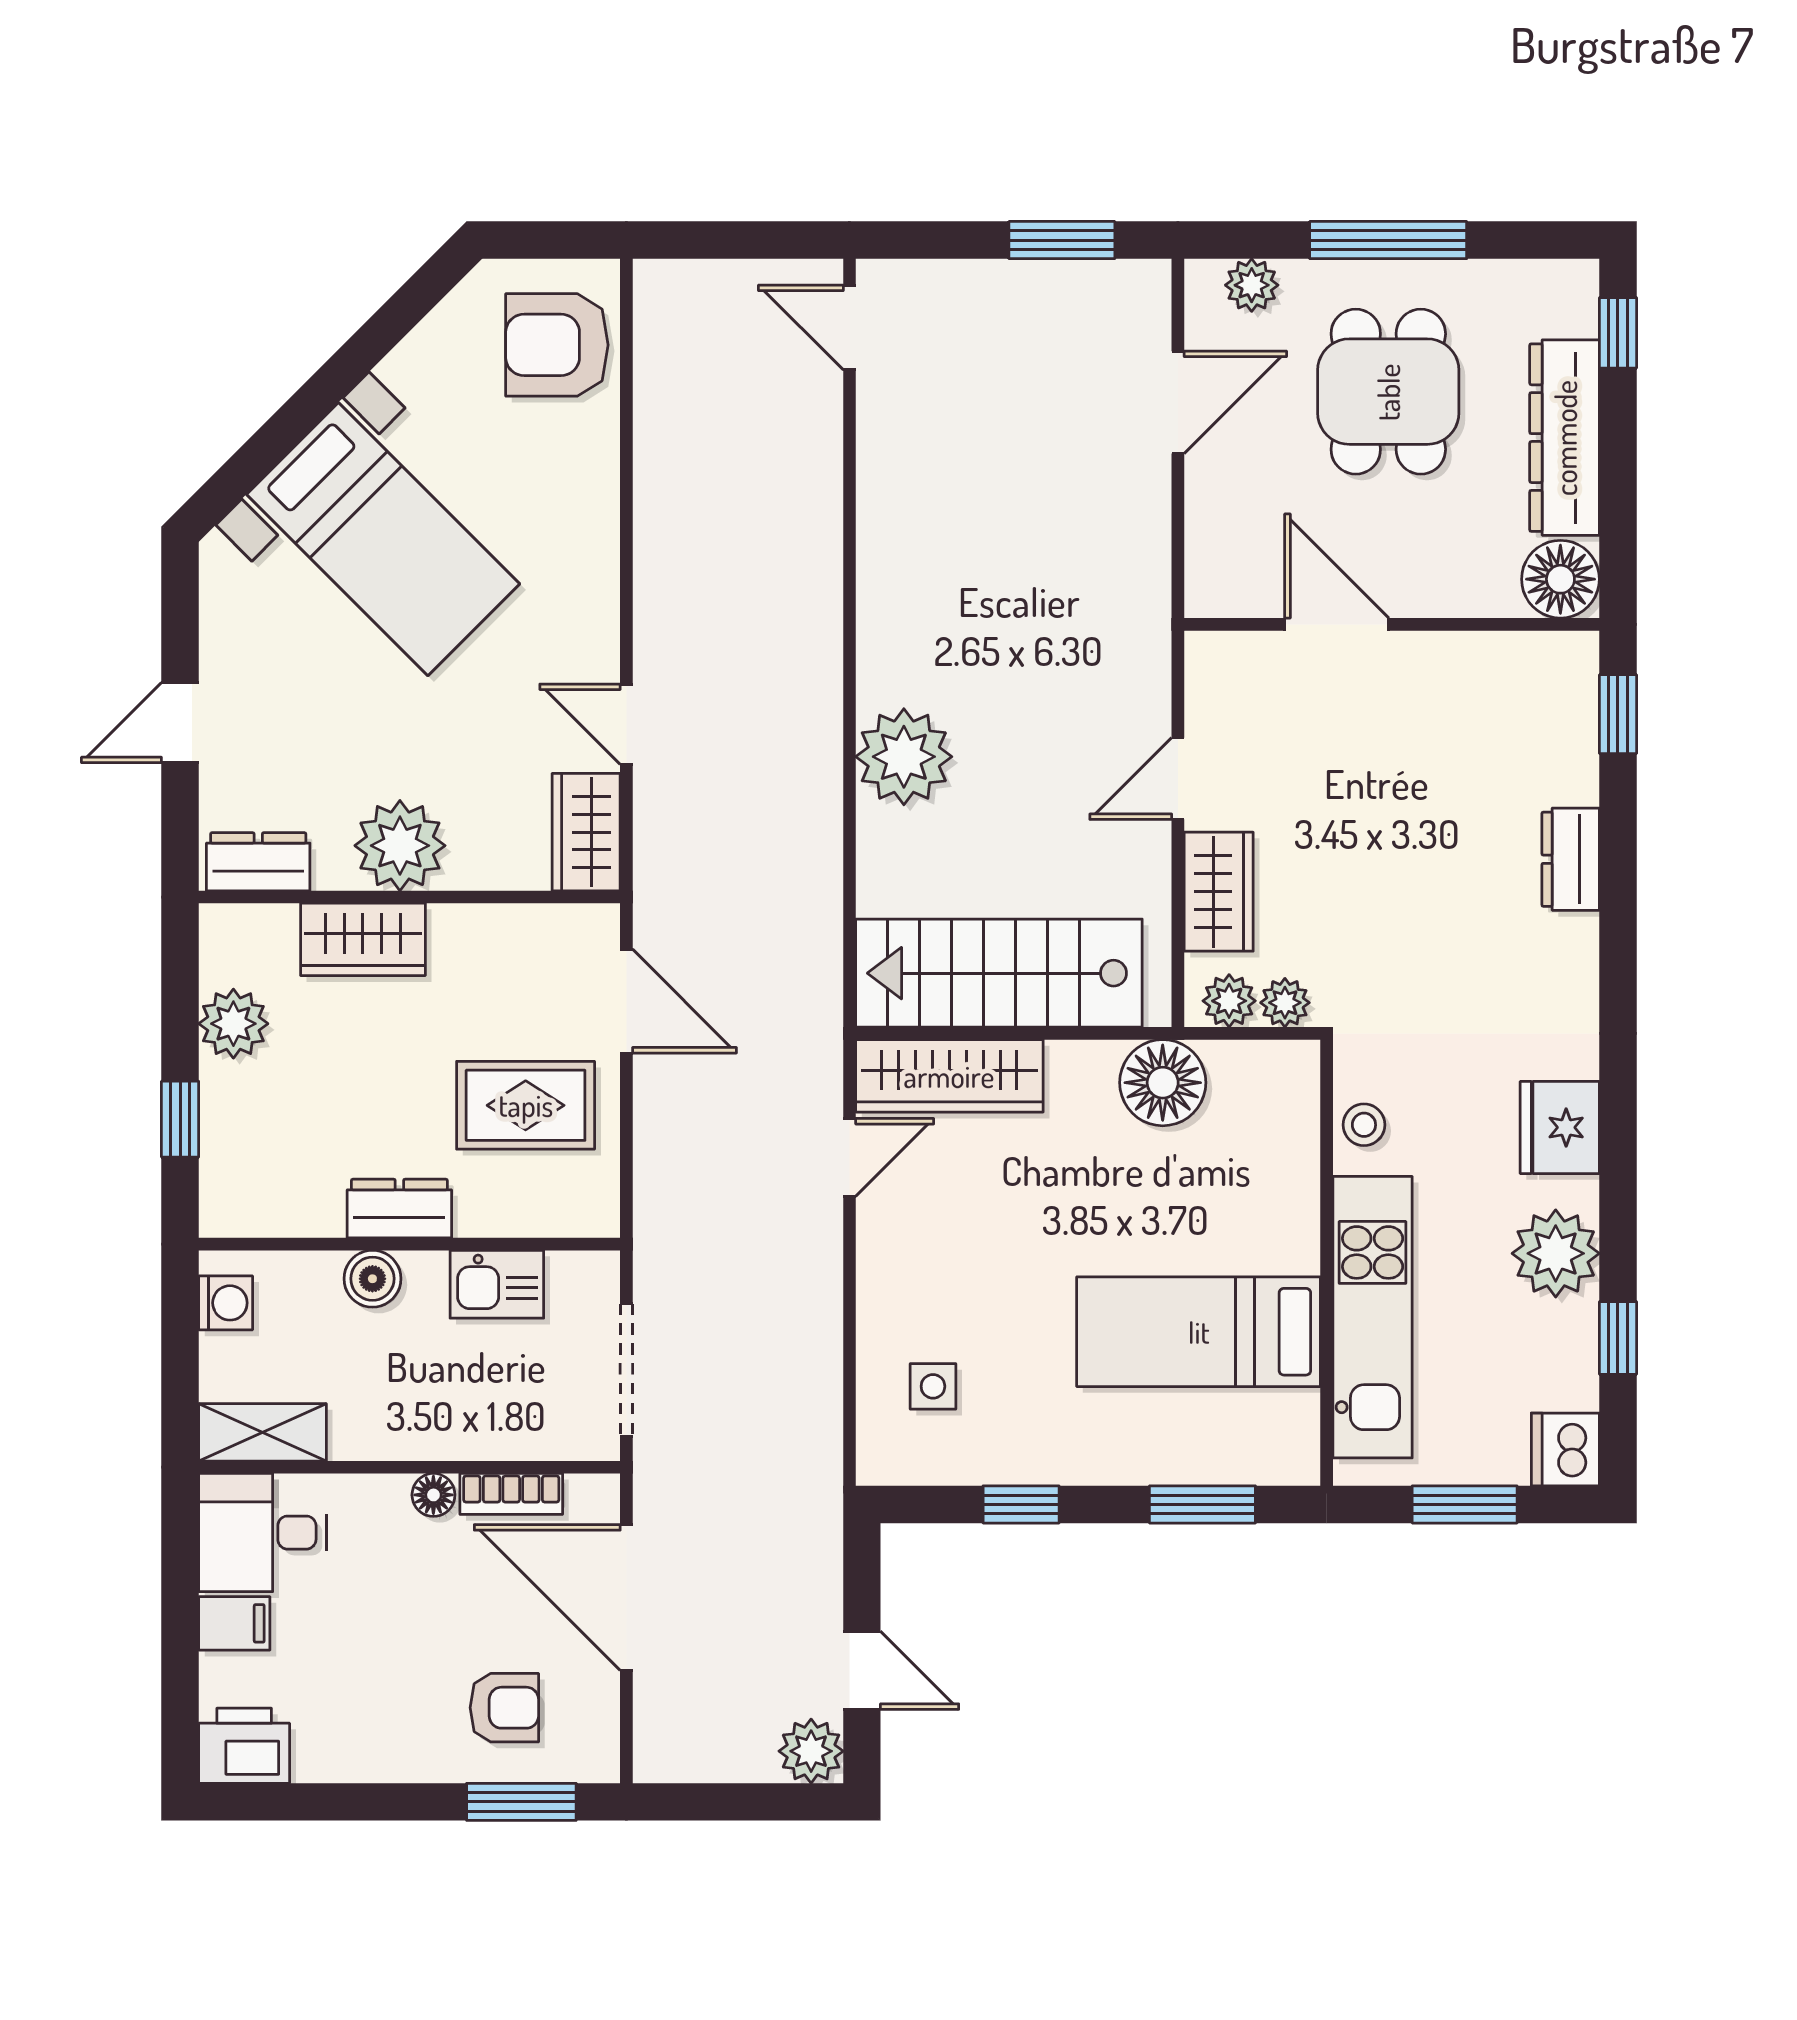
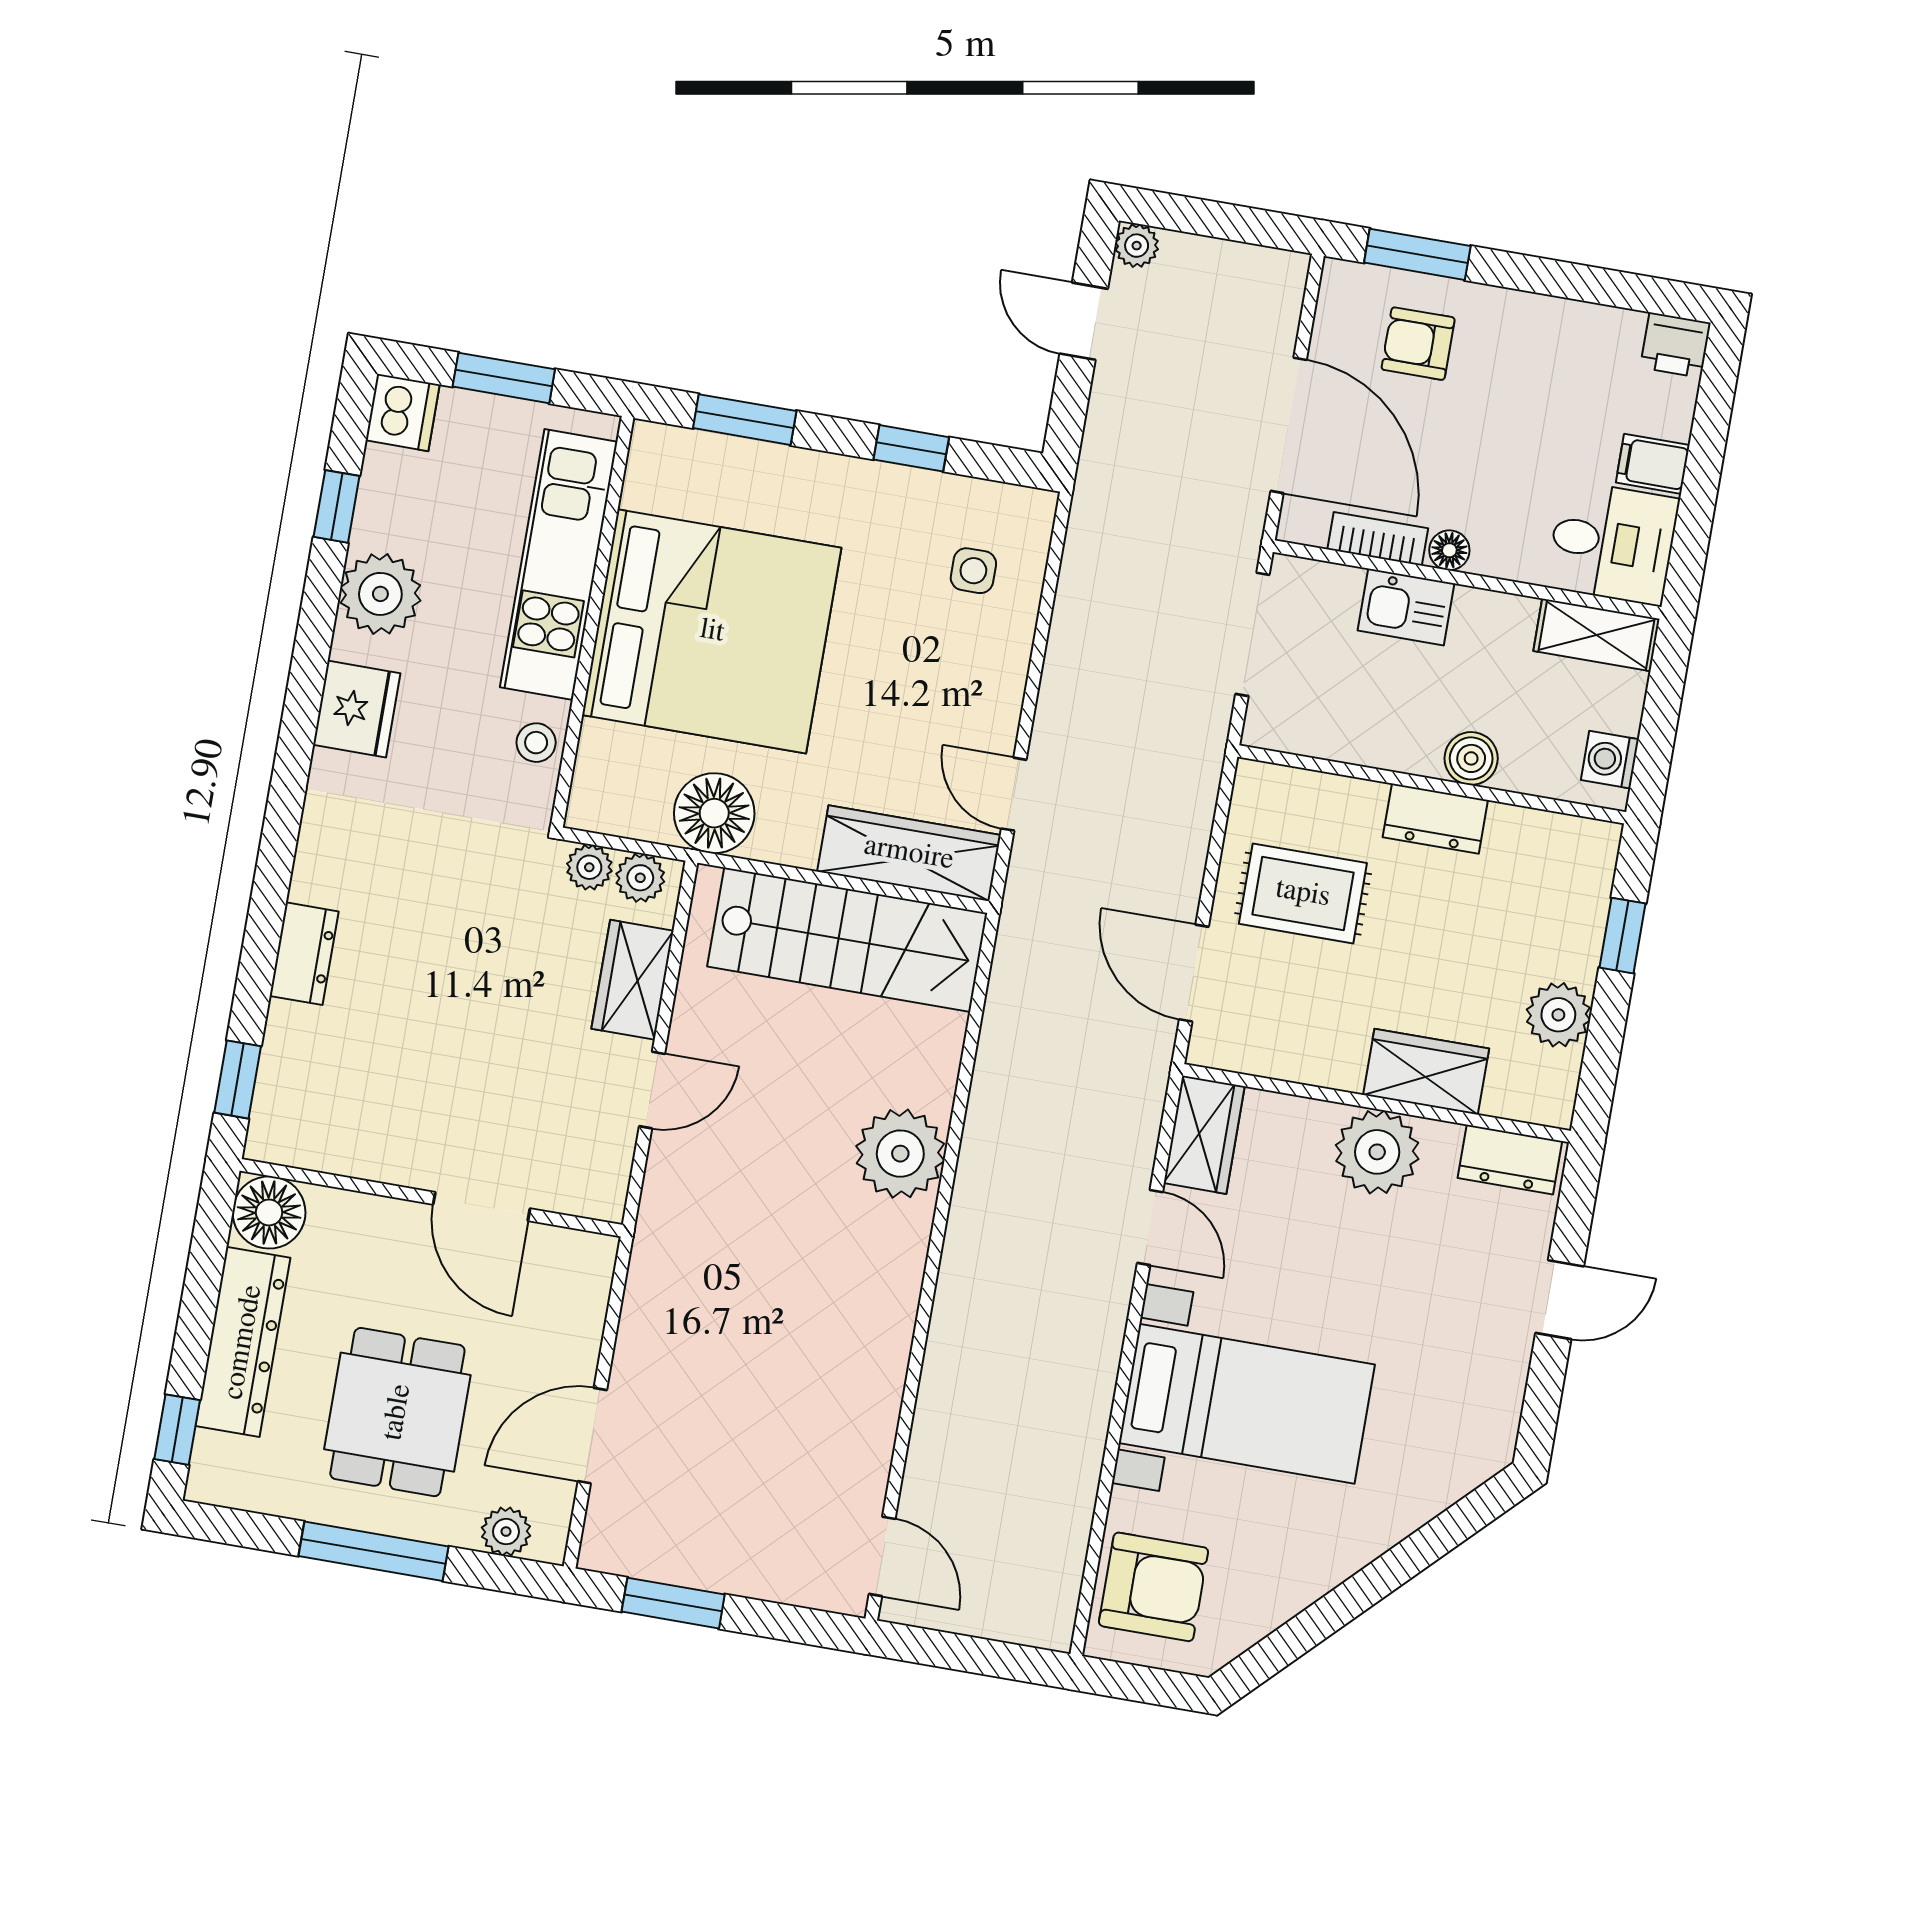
bed with nightstands: (383, 539) -> (1247, 1404), moved, turned 135
door: (849, 1157) -> (1014, 794), hinge flipped
kitchen sink: (497, 1284) -> (1406, 607), moved, turned 180
bed: (1199, 1332) -> (712, 631), width x2.04
printer: (244, 1746) -> (1675, 345), width x0.73, depth x0.81
plant: (811, 1751) -> (1137, 246), width x0.73, depth x0.73

